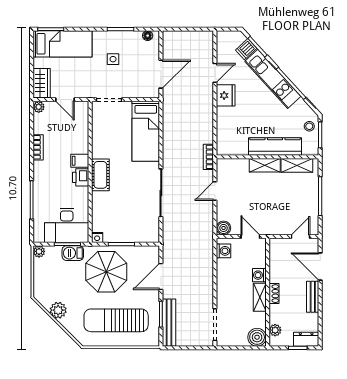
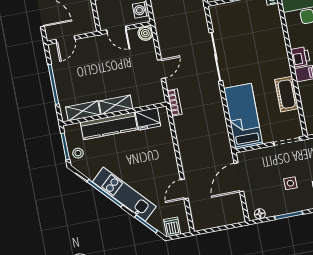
dishwasher: (246, 49) -> (172, 227), moved, turned -48
fridge: (226, 95) -> (148, 119), moved, turned -90
cot: (100, 175) -> (287, 94), moved

